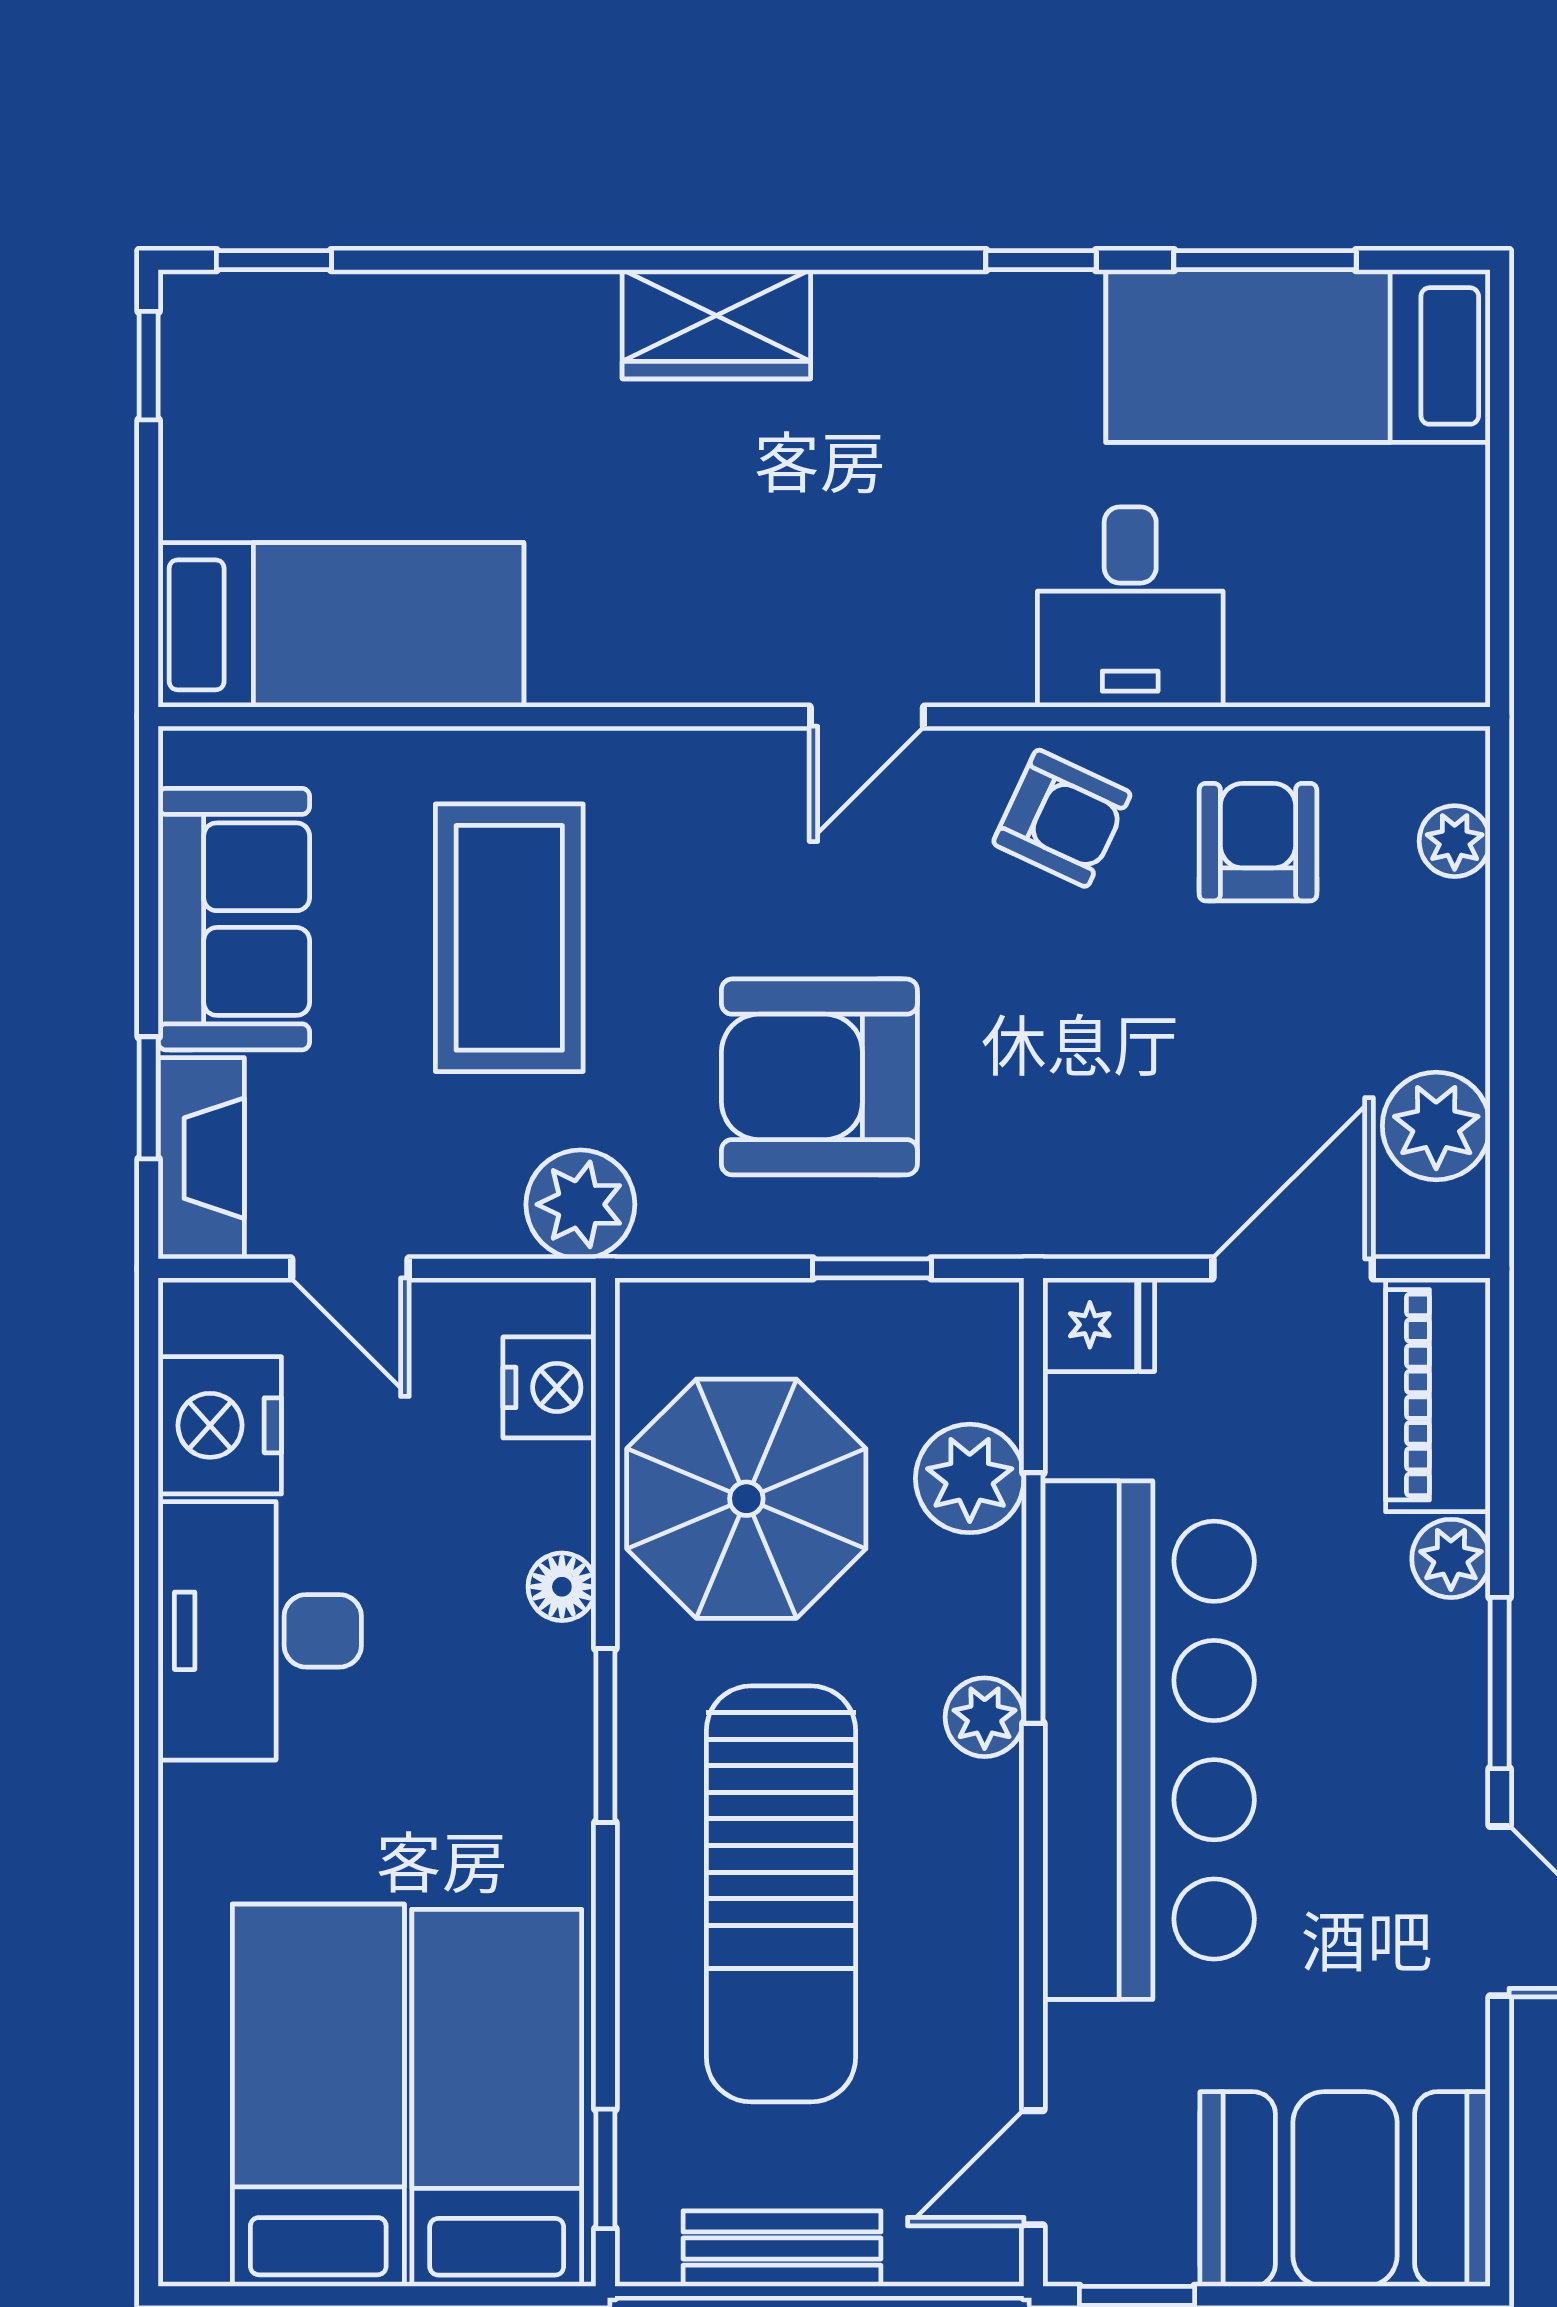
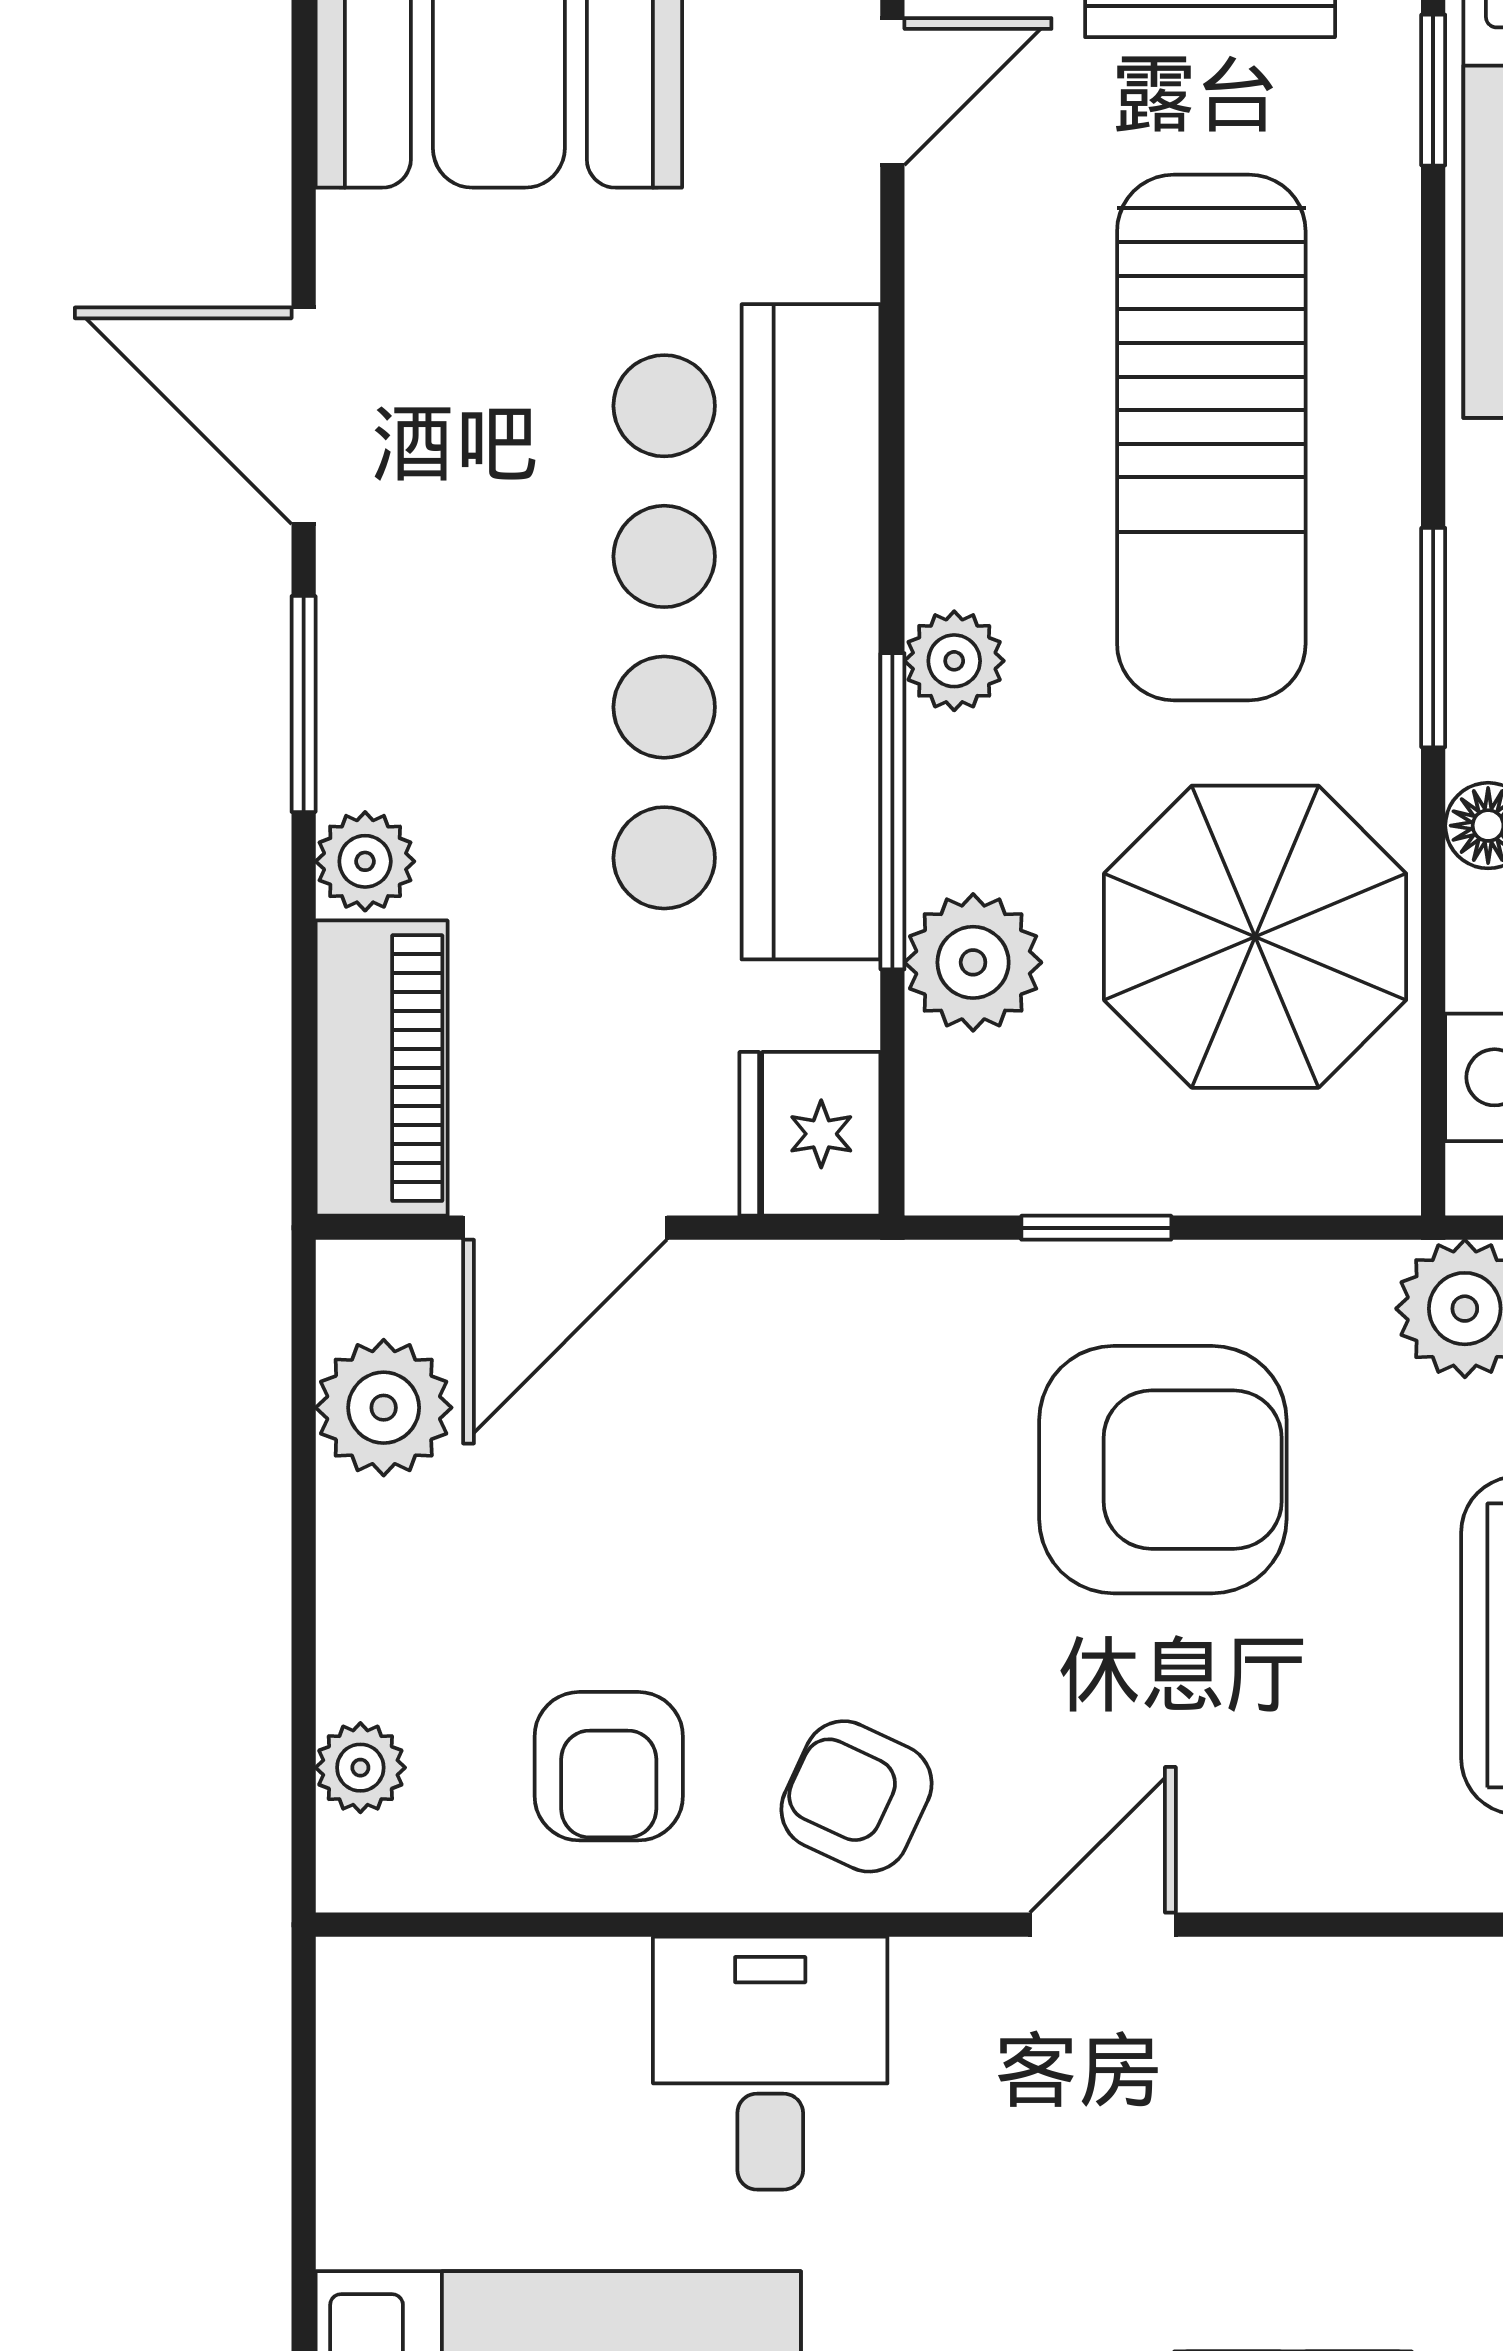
fridge: (1099, 1325) -> (810, 1134), width x1.38
sun lounger: (781, 1894) -> (1211, 438), turned 180

